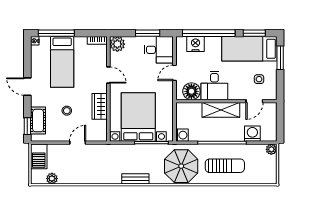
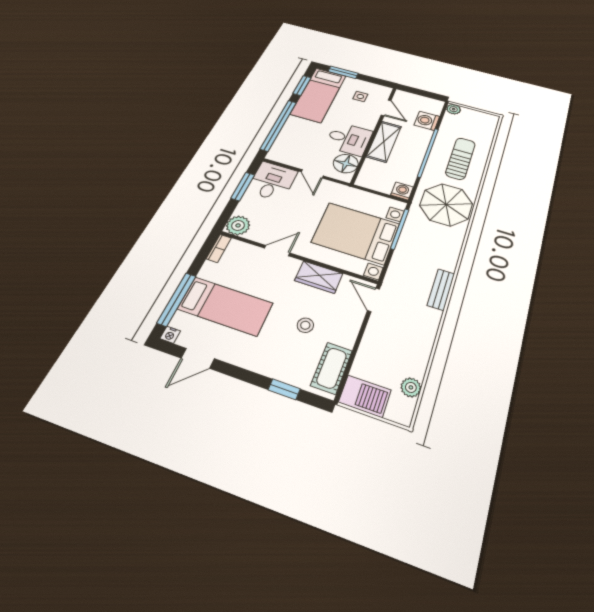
nightstand: (196, 44) -> (285, 142), removed
door: (27, 87) -> (198, 358), moved
cot: (38, 121) -> (332, 368), moved, turned 90
window: (27, 126) -> (284, 389), moved
door: (78, 143) -> (374, 300), moved
bench: (135, 179) -> (441, 289), moved

